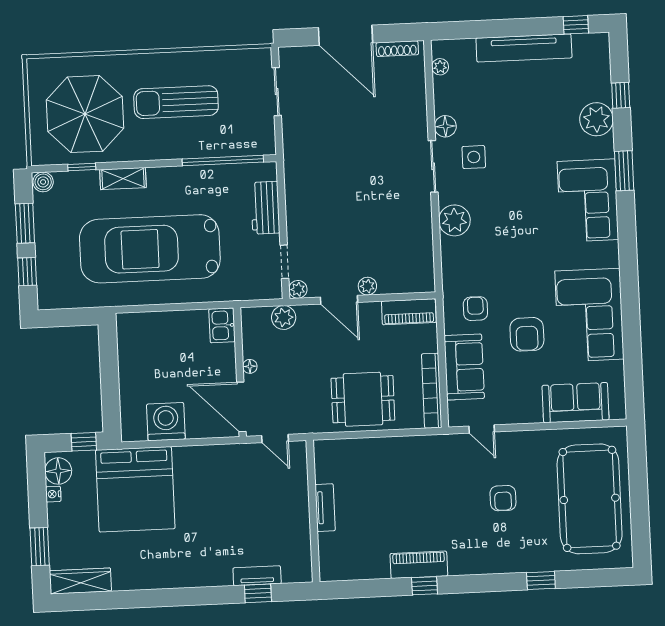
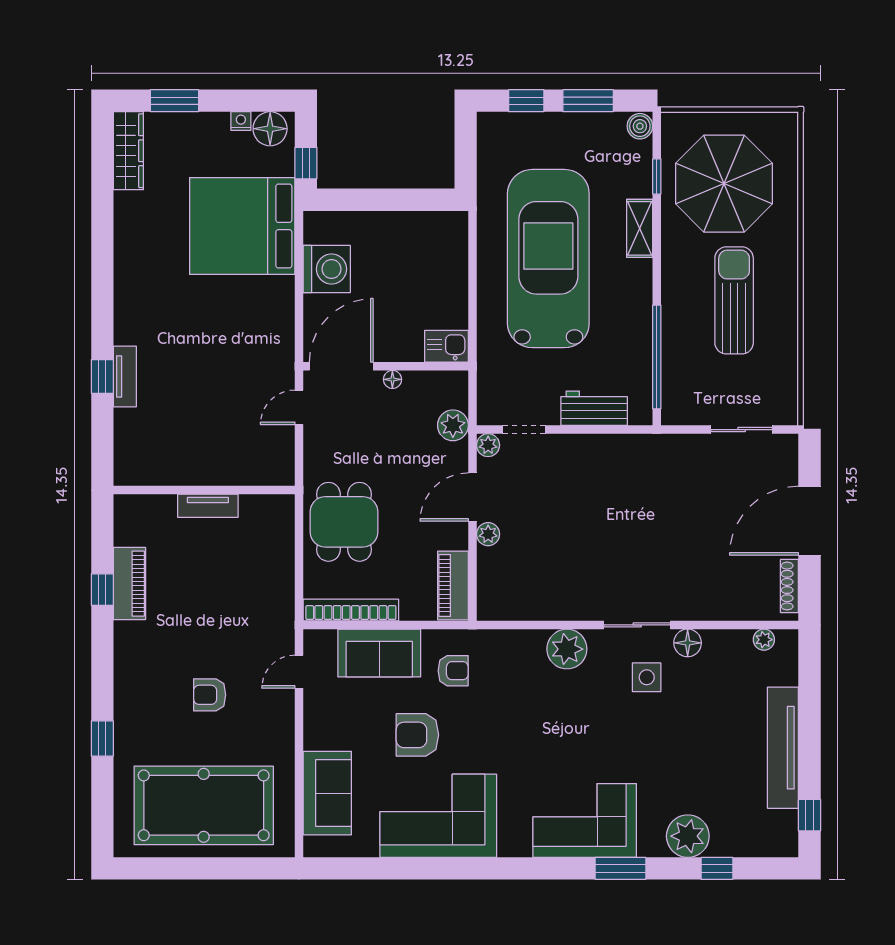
tv unit: (325, 508) -> (208, 506), moved
wall: (313, 511) -> (204, 490), moved

